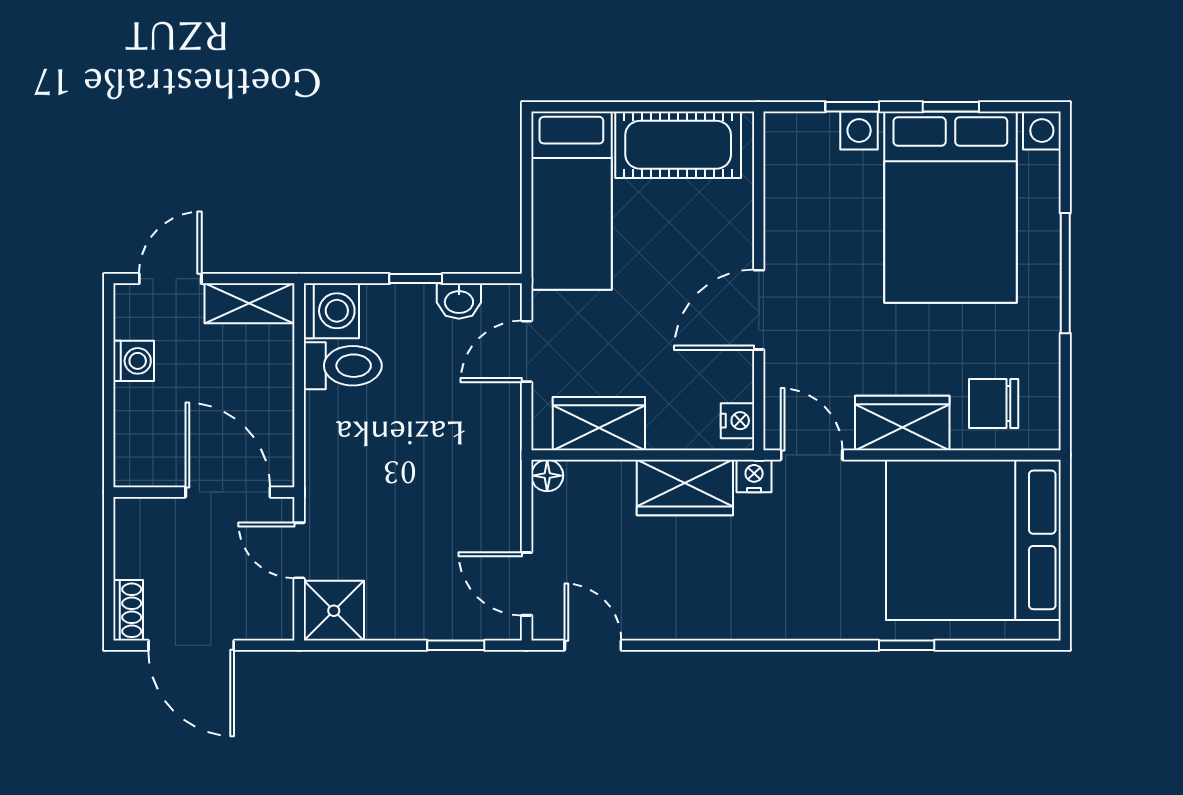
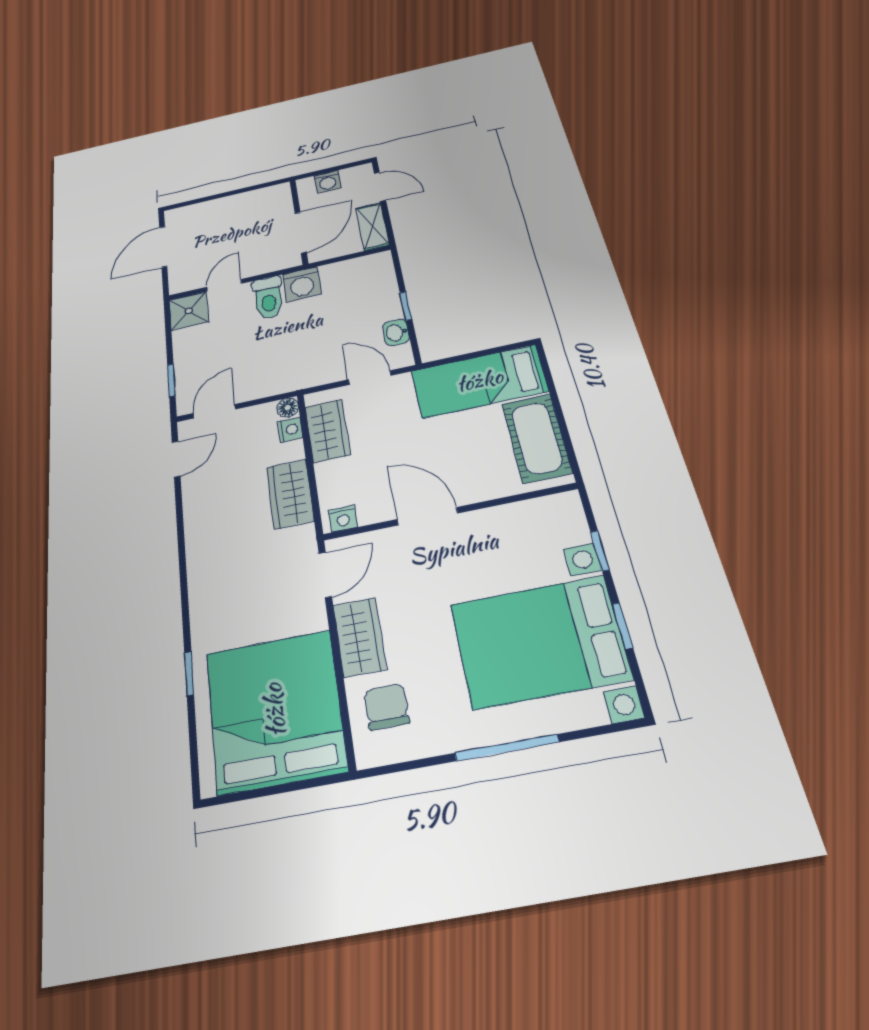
washing machine: (331, 311) -> (302, 284), moved
toilet: (343, 366) -> (268, 298), moved
nightstand: (754, 476) -> (290, 430), moved
wall: (204, 492) -> (299, 221), moved
door: (228, 492) -> (301, 232), moved
shoe rack: (128, 610) -> (182, 213), removed

